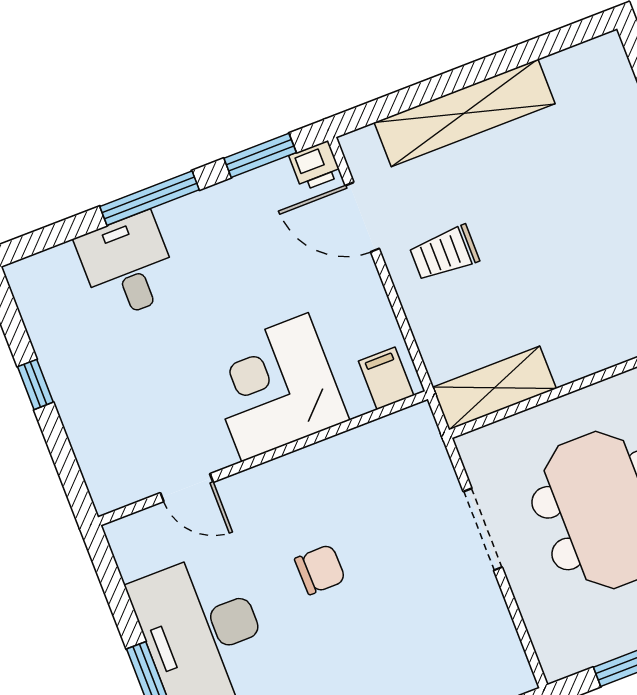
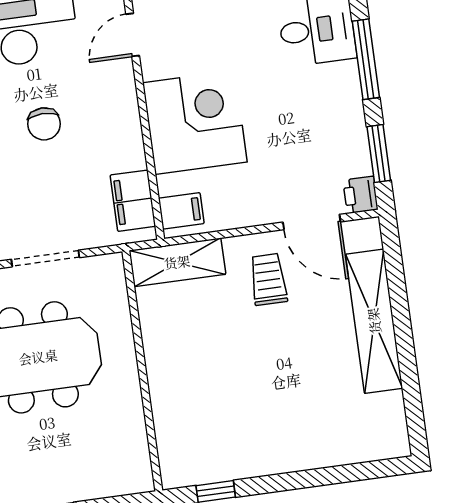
door: (362, 217) -> (312, 222), swing flipped
shelving: (494, 388) -> (177, 262), moved, turned 90
filing cabinet: (388, 440) -> (133, 201), added

